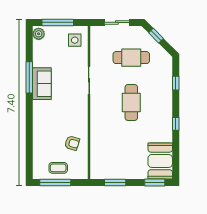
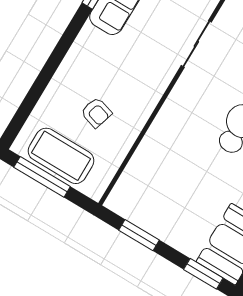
armchair: (72, 143) -> (96, 113), moved
coffee table: (58, 168) -> (61, 156), width x1.86, depth x1.72

